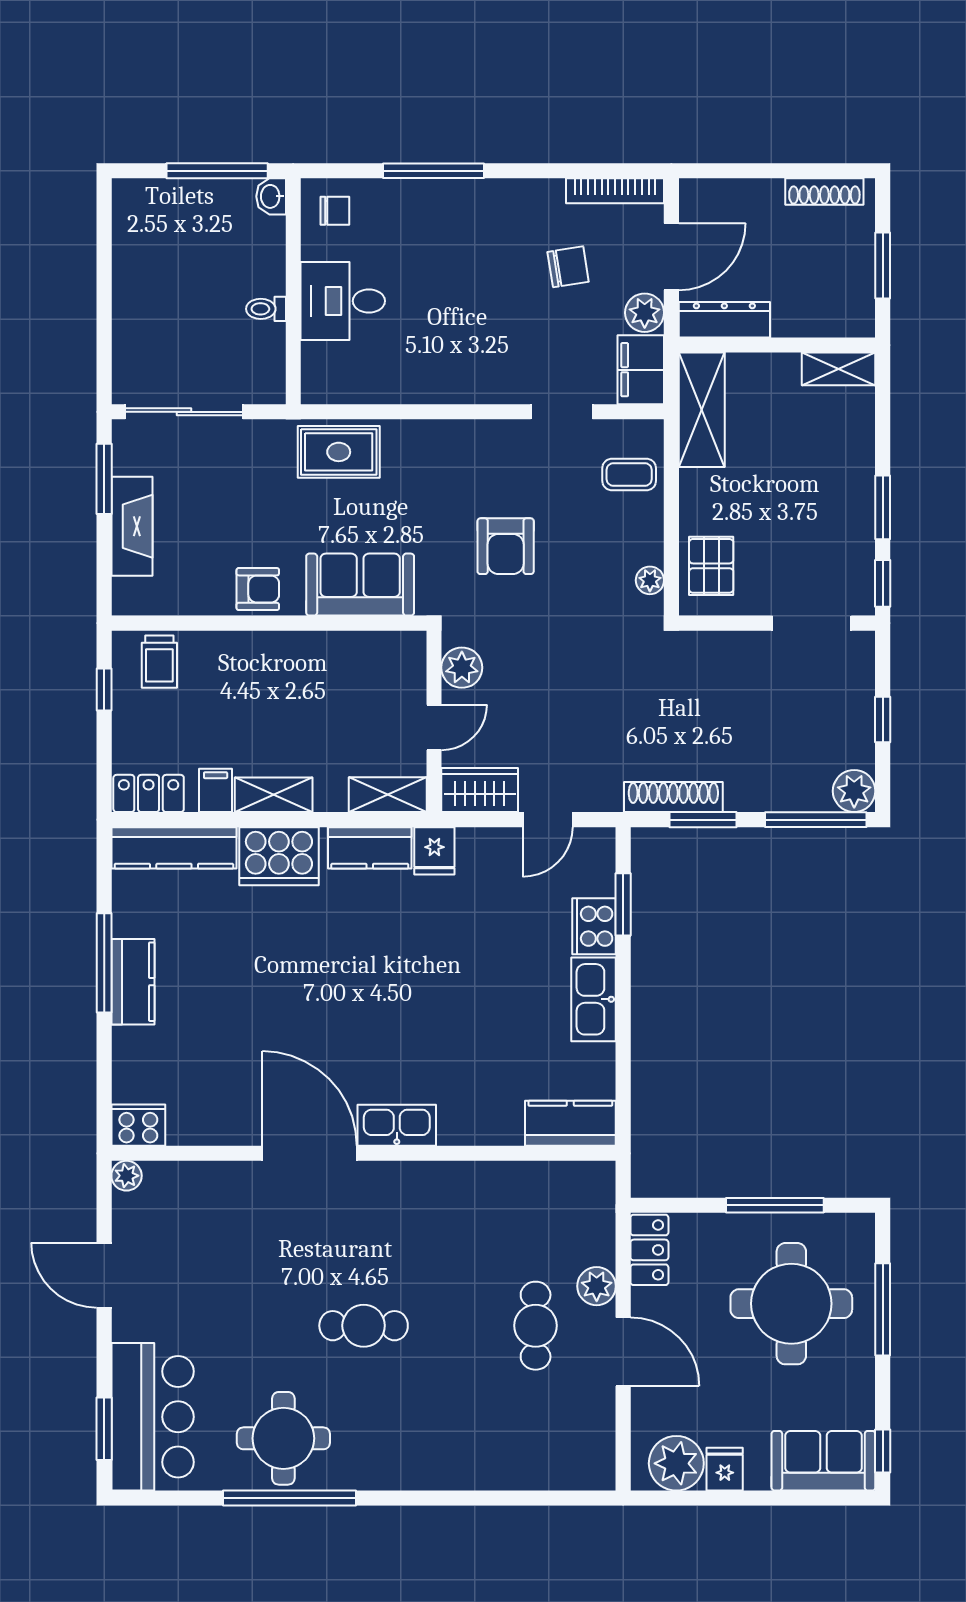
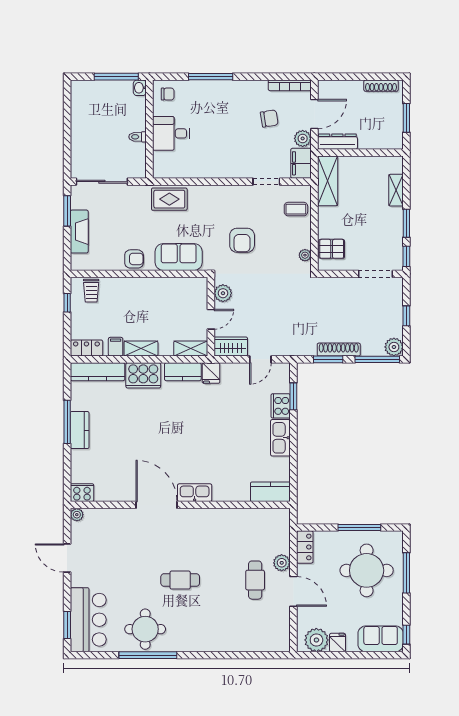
shelving: (839, 369) -> (396, 190), moved, turned 90
pallet: (711, 566) -> (332, 249), turned 90
shoe rack: (673, 797) -> (339, 350), moved

